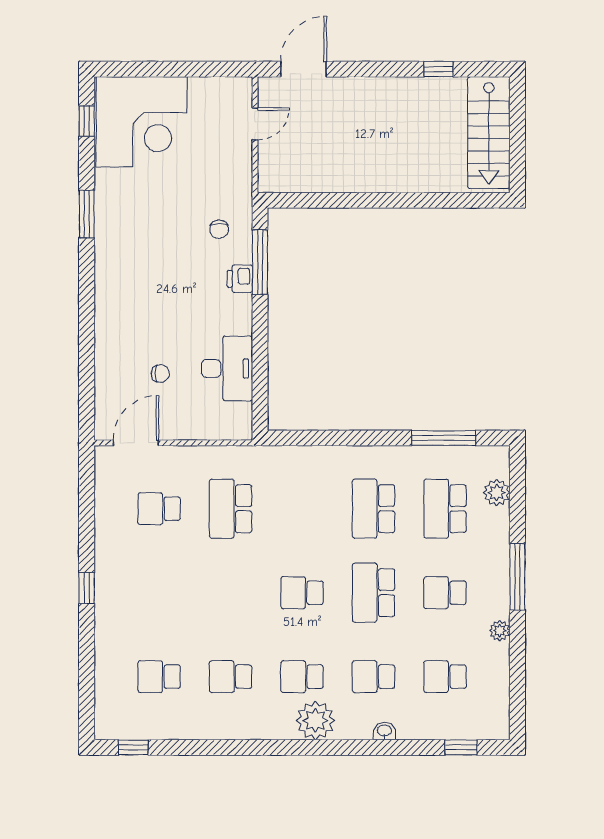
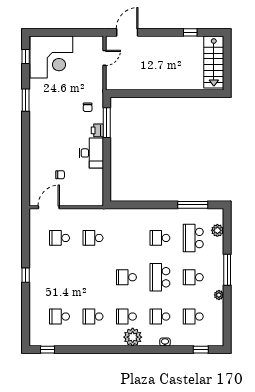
desk: (227, 368) -> (91, 153), moved
school desk: (231, 509) -> (93, 238), width x0.54
school desk: (374, 509) -> (160, 238), width x0.54

